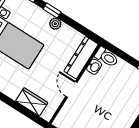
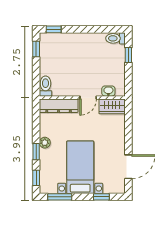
washbasin: (94, 67) -> (108, 91), moved
wardrobe: (32, 102) -> (112, 106), moved, turned -90

